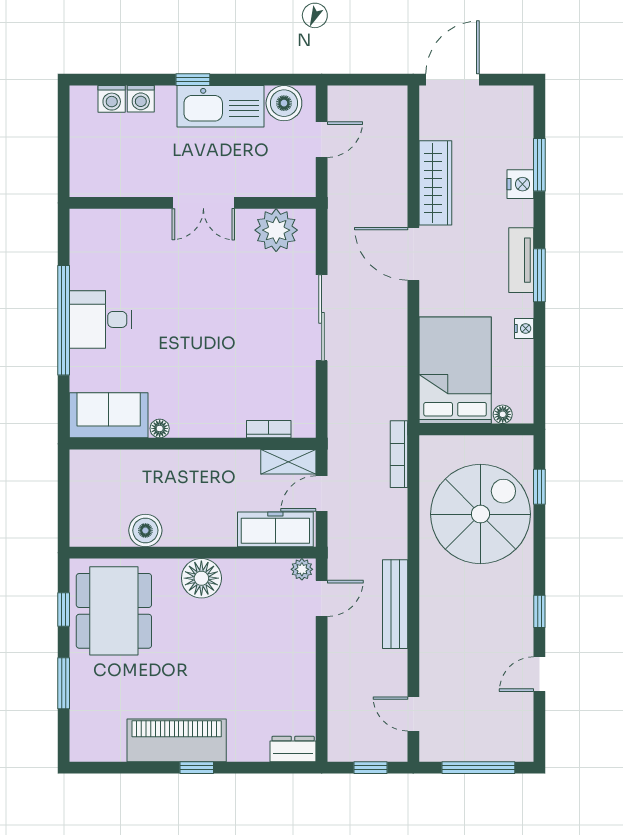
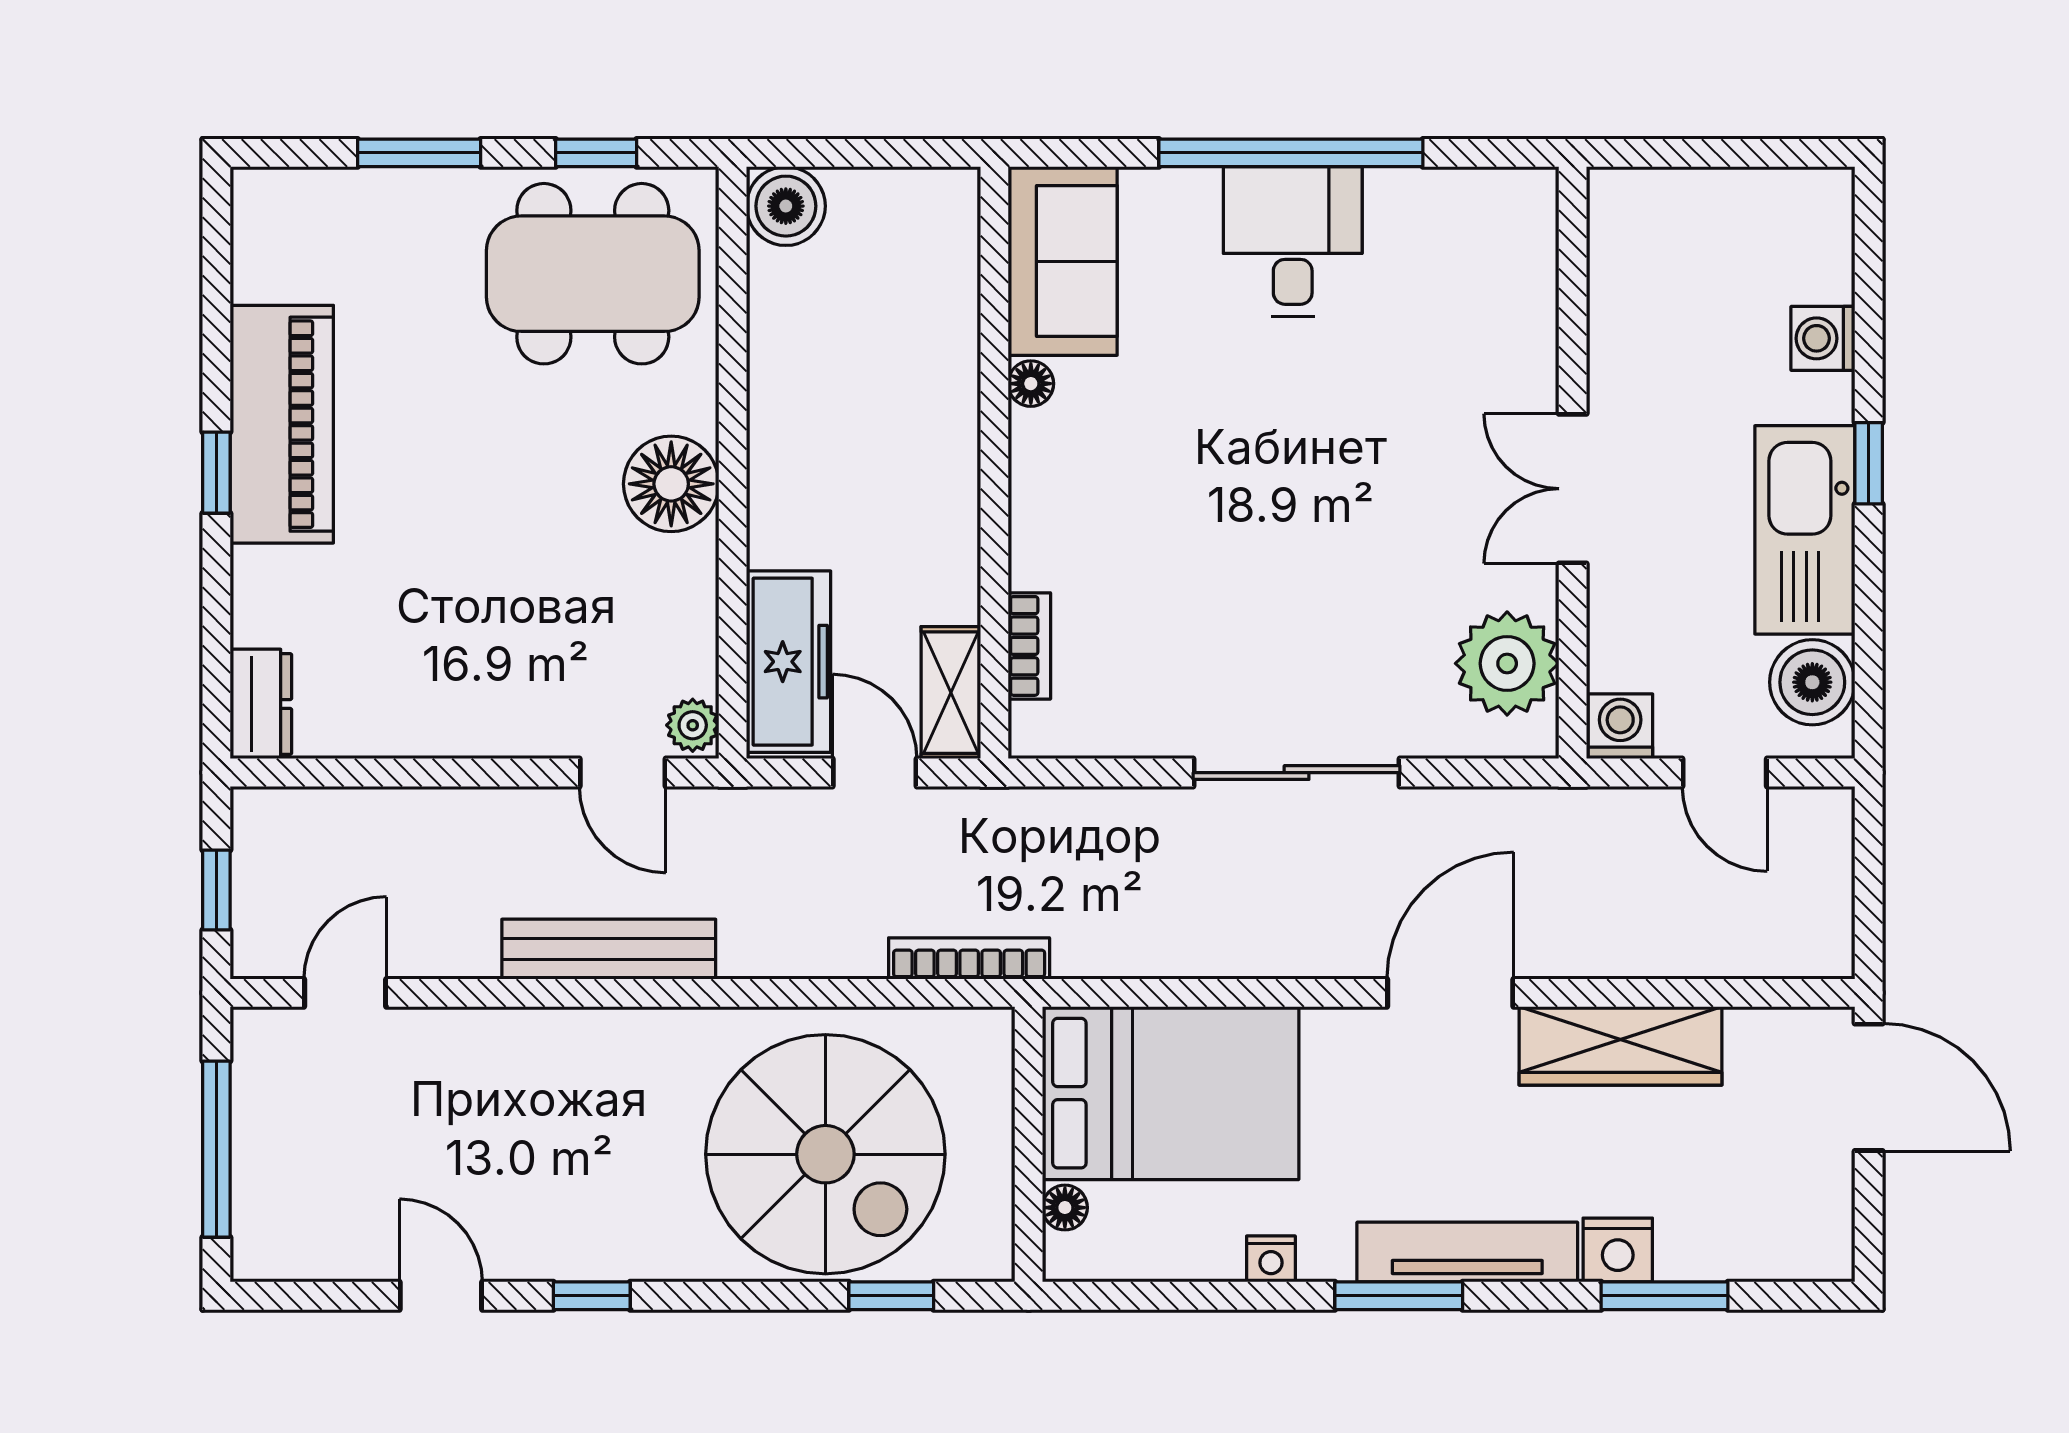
washing machine: (112, 99) -> (1620, 726), moved, turned 90
tv unit: (521, 260) -> (1467, 1252), width x1.41
boiler: (145, 530) -> (786, 206), moved

